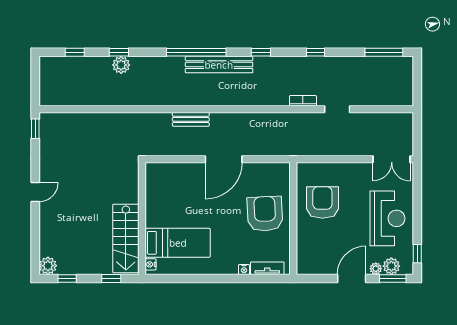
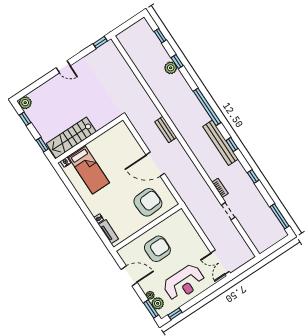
bench: (219, 65) -> (220, 143), moved
armchair: (322, 202) -> (157, 249), moved
armchair: (265, 214) -> (148, 202), moved
door: (352, 278) -> (129, 276), moved

